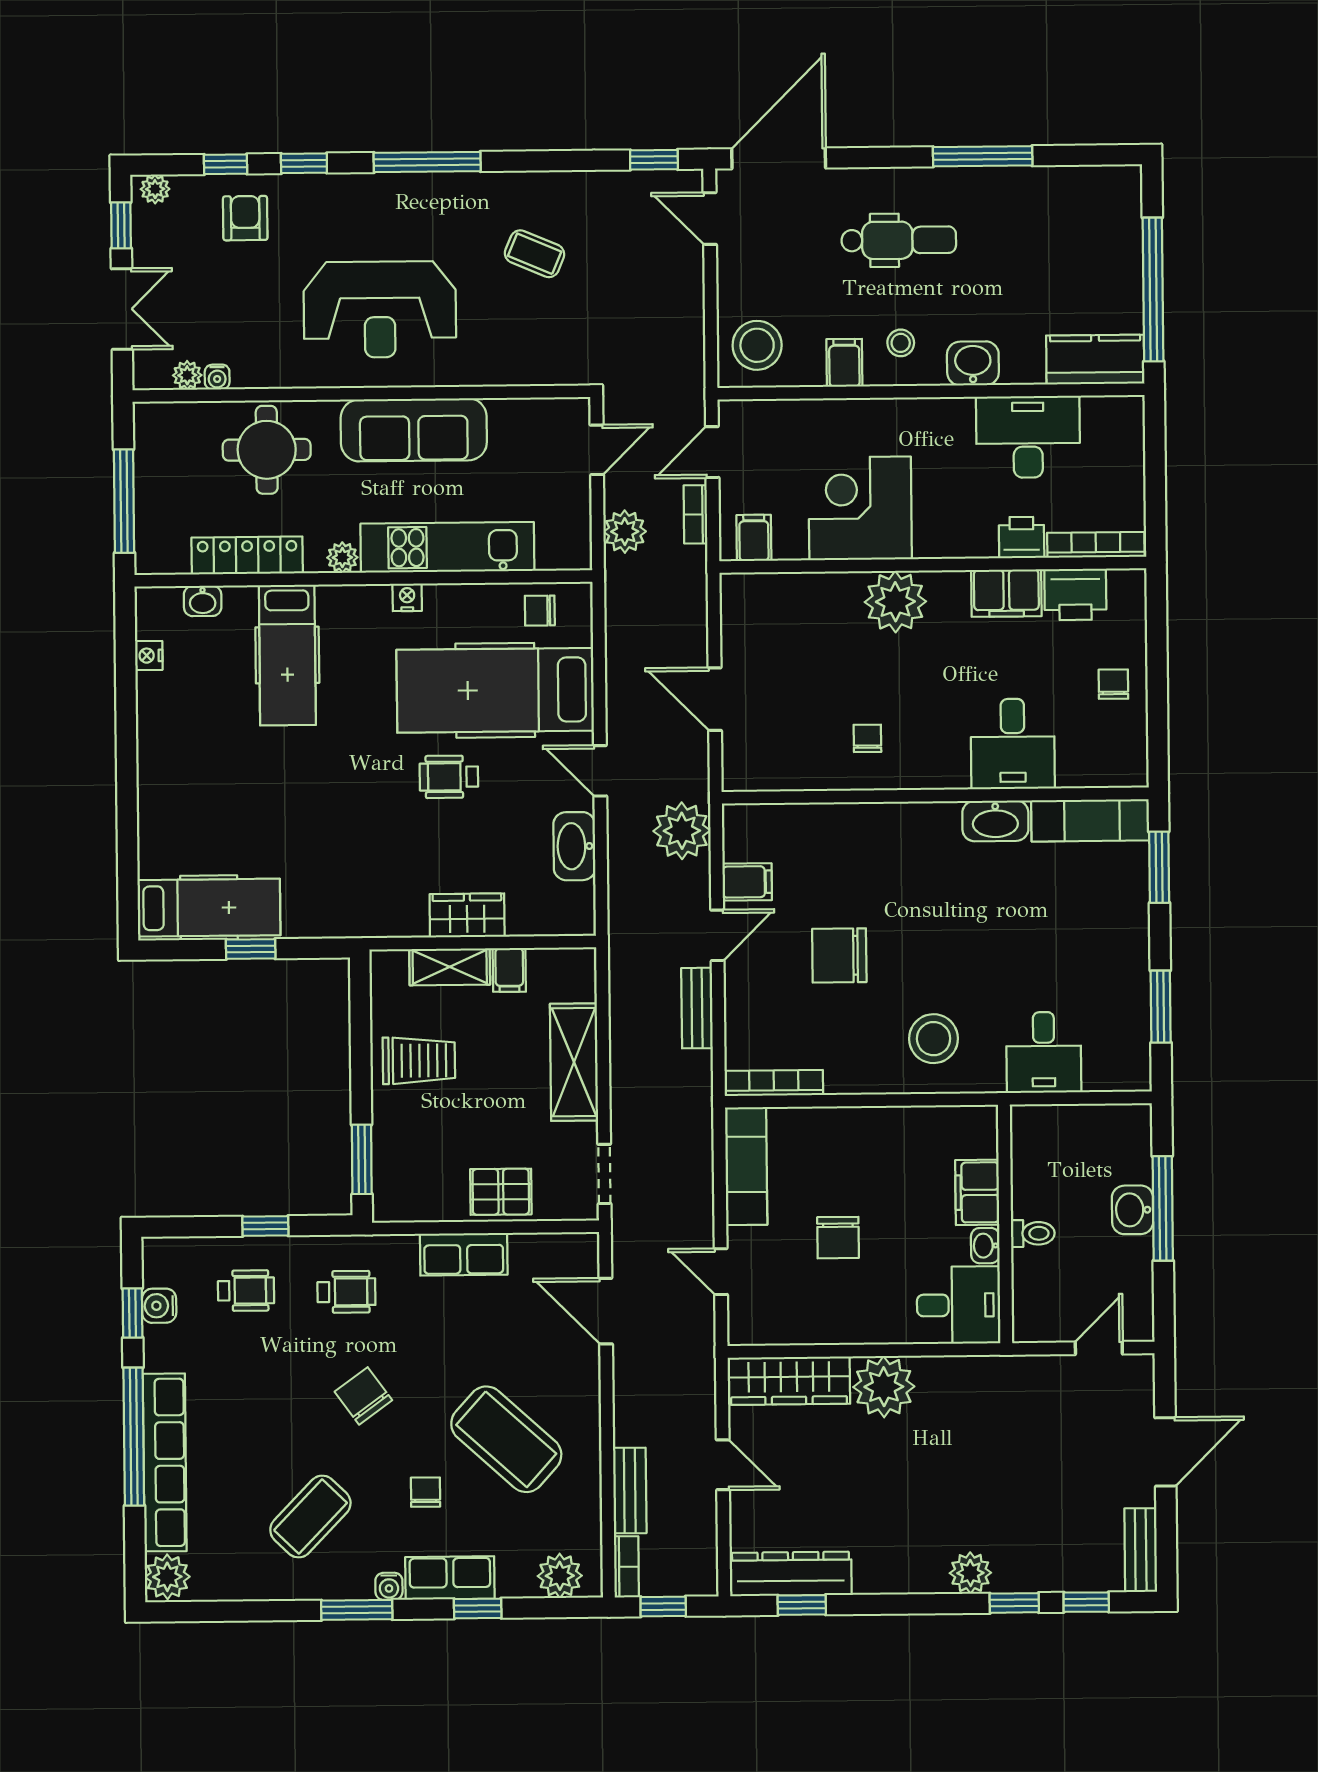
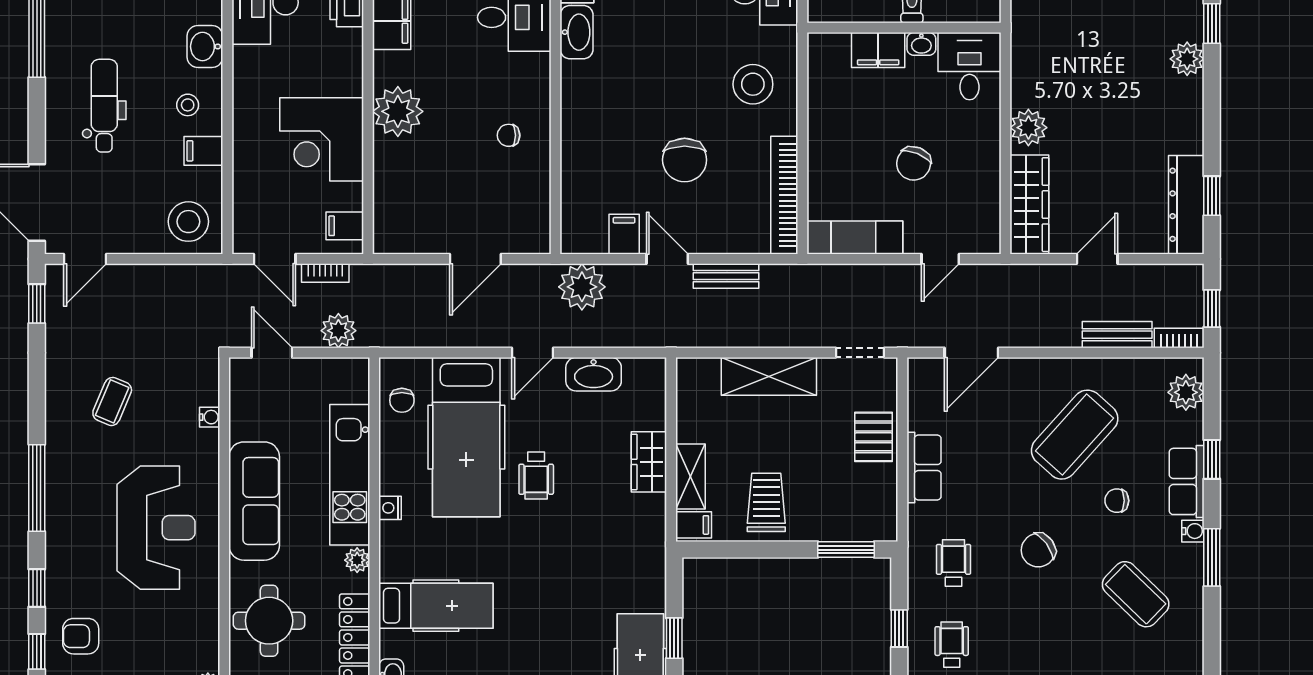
water cooler: (217, 377) -> (210, 417), moved
filing cabinet: (509, 970) -> (694, 525), moved
bookcase: (774, 1083) -> (784, 195), width x1.48, depth x1.31
chair: (838, 1238) -> (914, 163), turned 112
plant: (884, 1387) -> (1028, 128), width x0.73, depth x0.73

